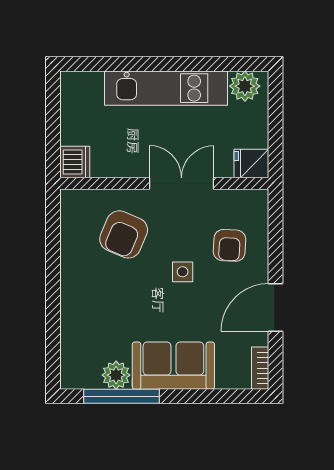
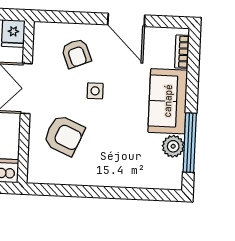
armchair: (230, 245) -> (76, 53), turned 65
bookcase: (260, 368) -> (182, 52), moved, turned 90

